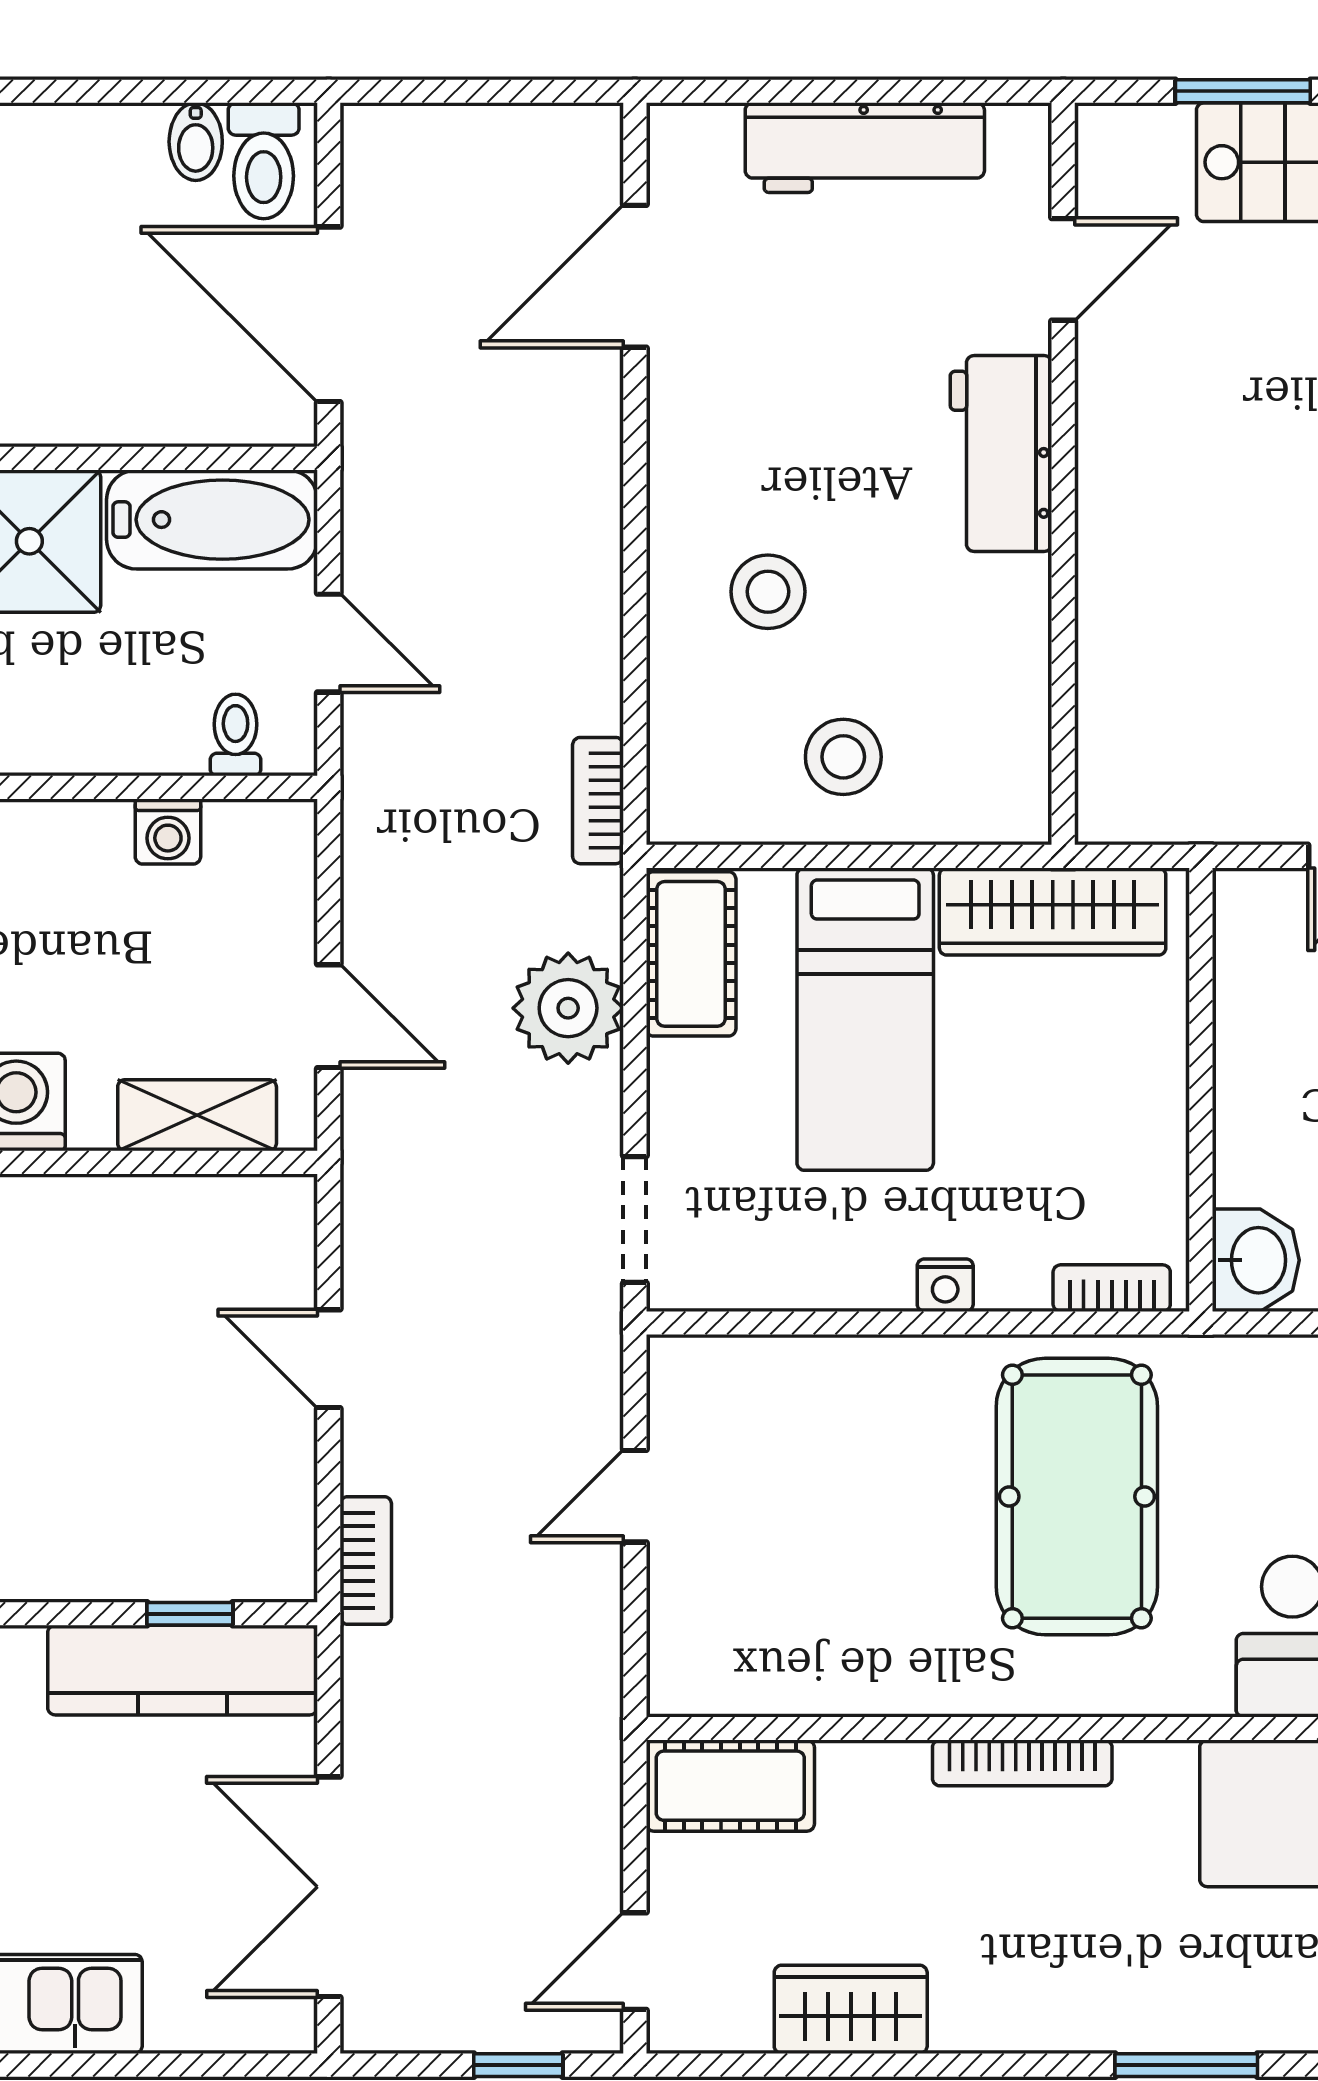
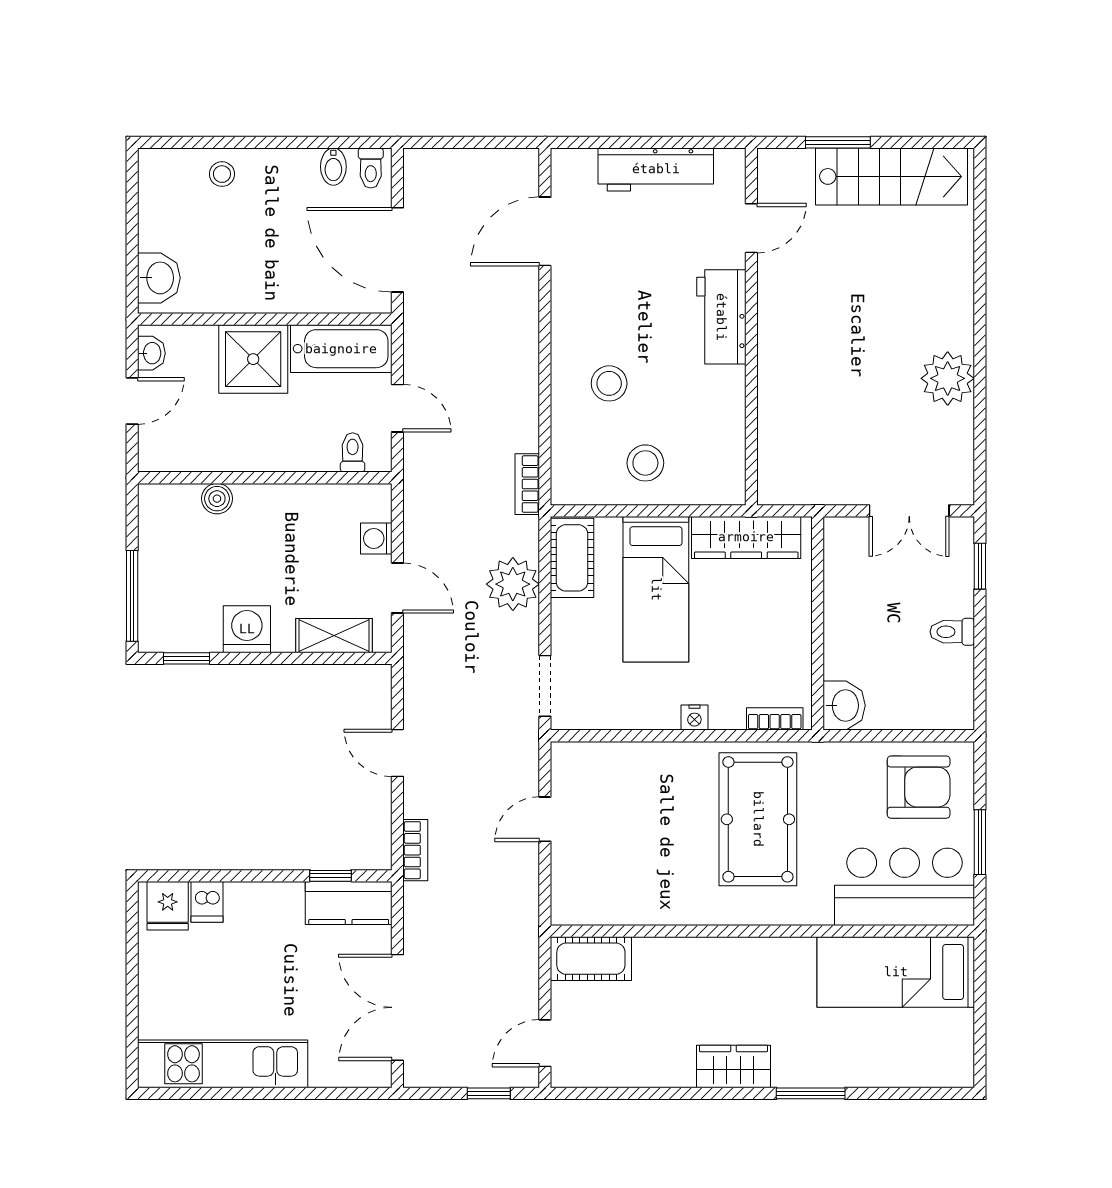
toilet: (264, 161) -> (371, 168), width x0.73, depth x0.72
washing machine: (168, 832) -> (376, 538), moved, turned 90
kitchen counter: (183, 1670) -> (349, 903), width x0.67
bookcase: (1022, 1763) -> (732, 948), removed
wardrobe: (851, 2009) -> (734, 1066), moved

